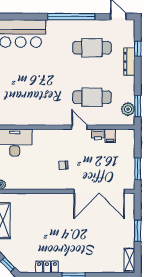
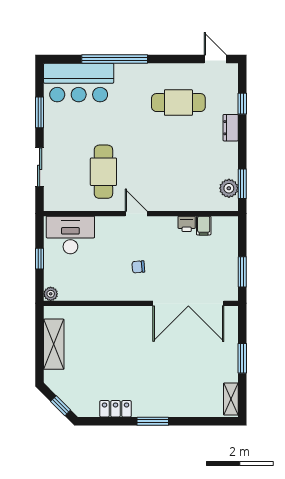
window: (71, 17) -> (115, 59), moved
dresser: (129, 62) -> (231, 128), width x0.70
cafe table: (92, 97) -> (103, 172), moved, turned 90
door: (79, 127) -> (136, 214), moved

